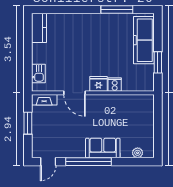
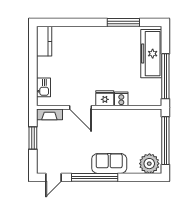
window: (158, 62) -> (165, 76), width x2.11
window: (158, 126) -> (165, 141), added
plant: (138, 153) -> (149, 164), width x1.88, depth x1.88

